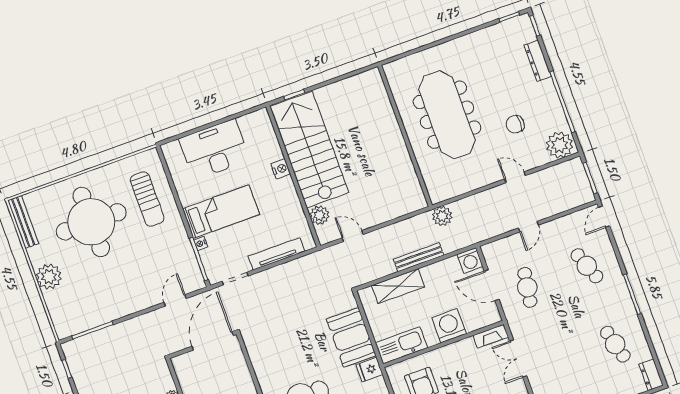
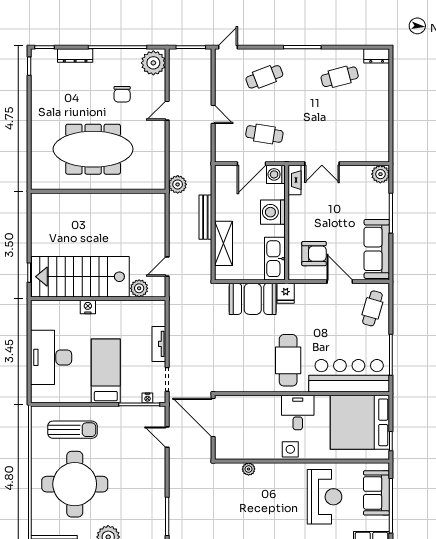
door: (604, 217) -> (228, 47), swing flipped
nightstand: (201, 243) -> (147, 398), moved
tv unit: (276, 254) -> (159, 344), width x0.71
washing machine: (470, 260) -> (276, 174), moved, turned 180

